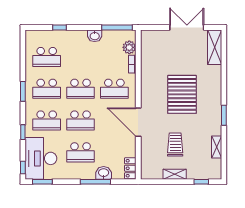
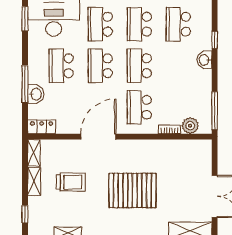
washbasin: (95, 36) -> (204, 60), moved
shelving: (151, 175) -> (34, 153), added

